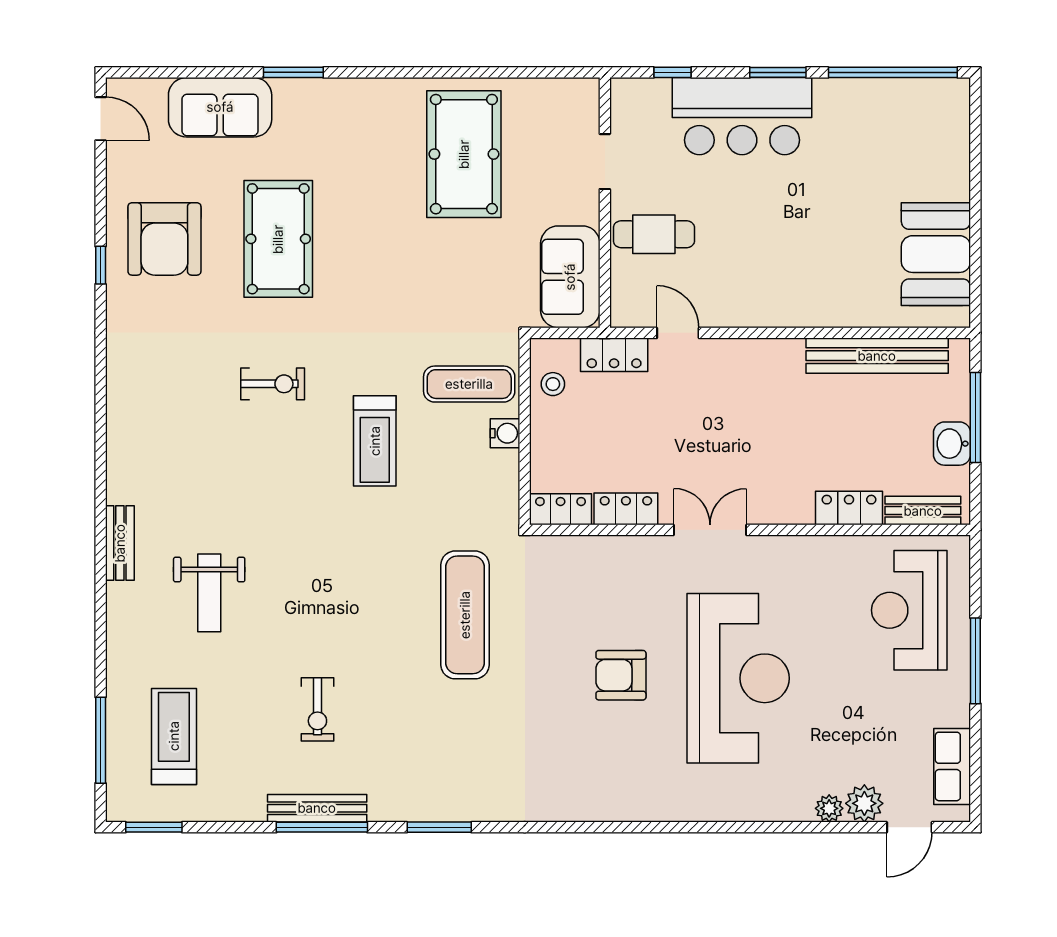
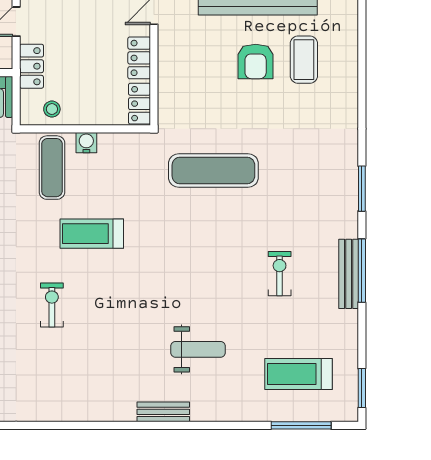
treadmill: (375, 441) -> (92, 234), turned 180
exercise bike: (317, 709) -> (280, 274), turned -90
coffee table: (624, 744) -> (304, 60), added

